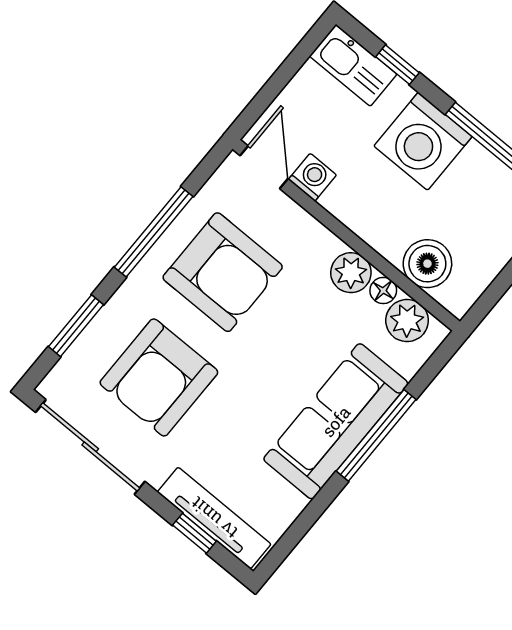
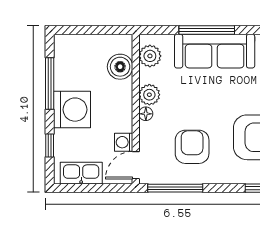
kitchen sink: (353, 65) -> (81, 173), moved, turned -90
window: (154, 232) -> (175, 188), moved
armchair: (223, 272) -> (192, 147), width x0.73, depth x0.73
floor lamp: (383, 291) -> (146, 114), moved

